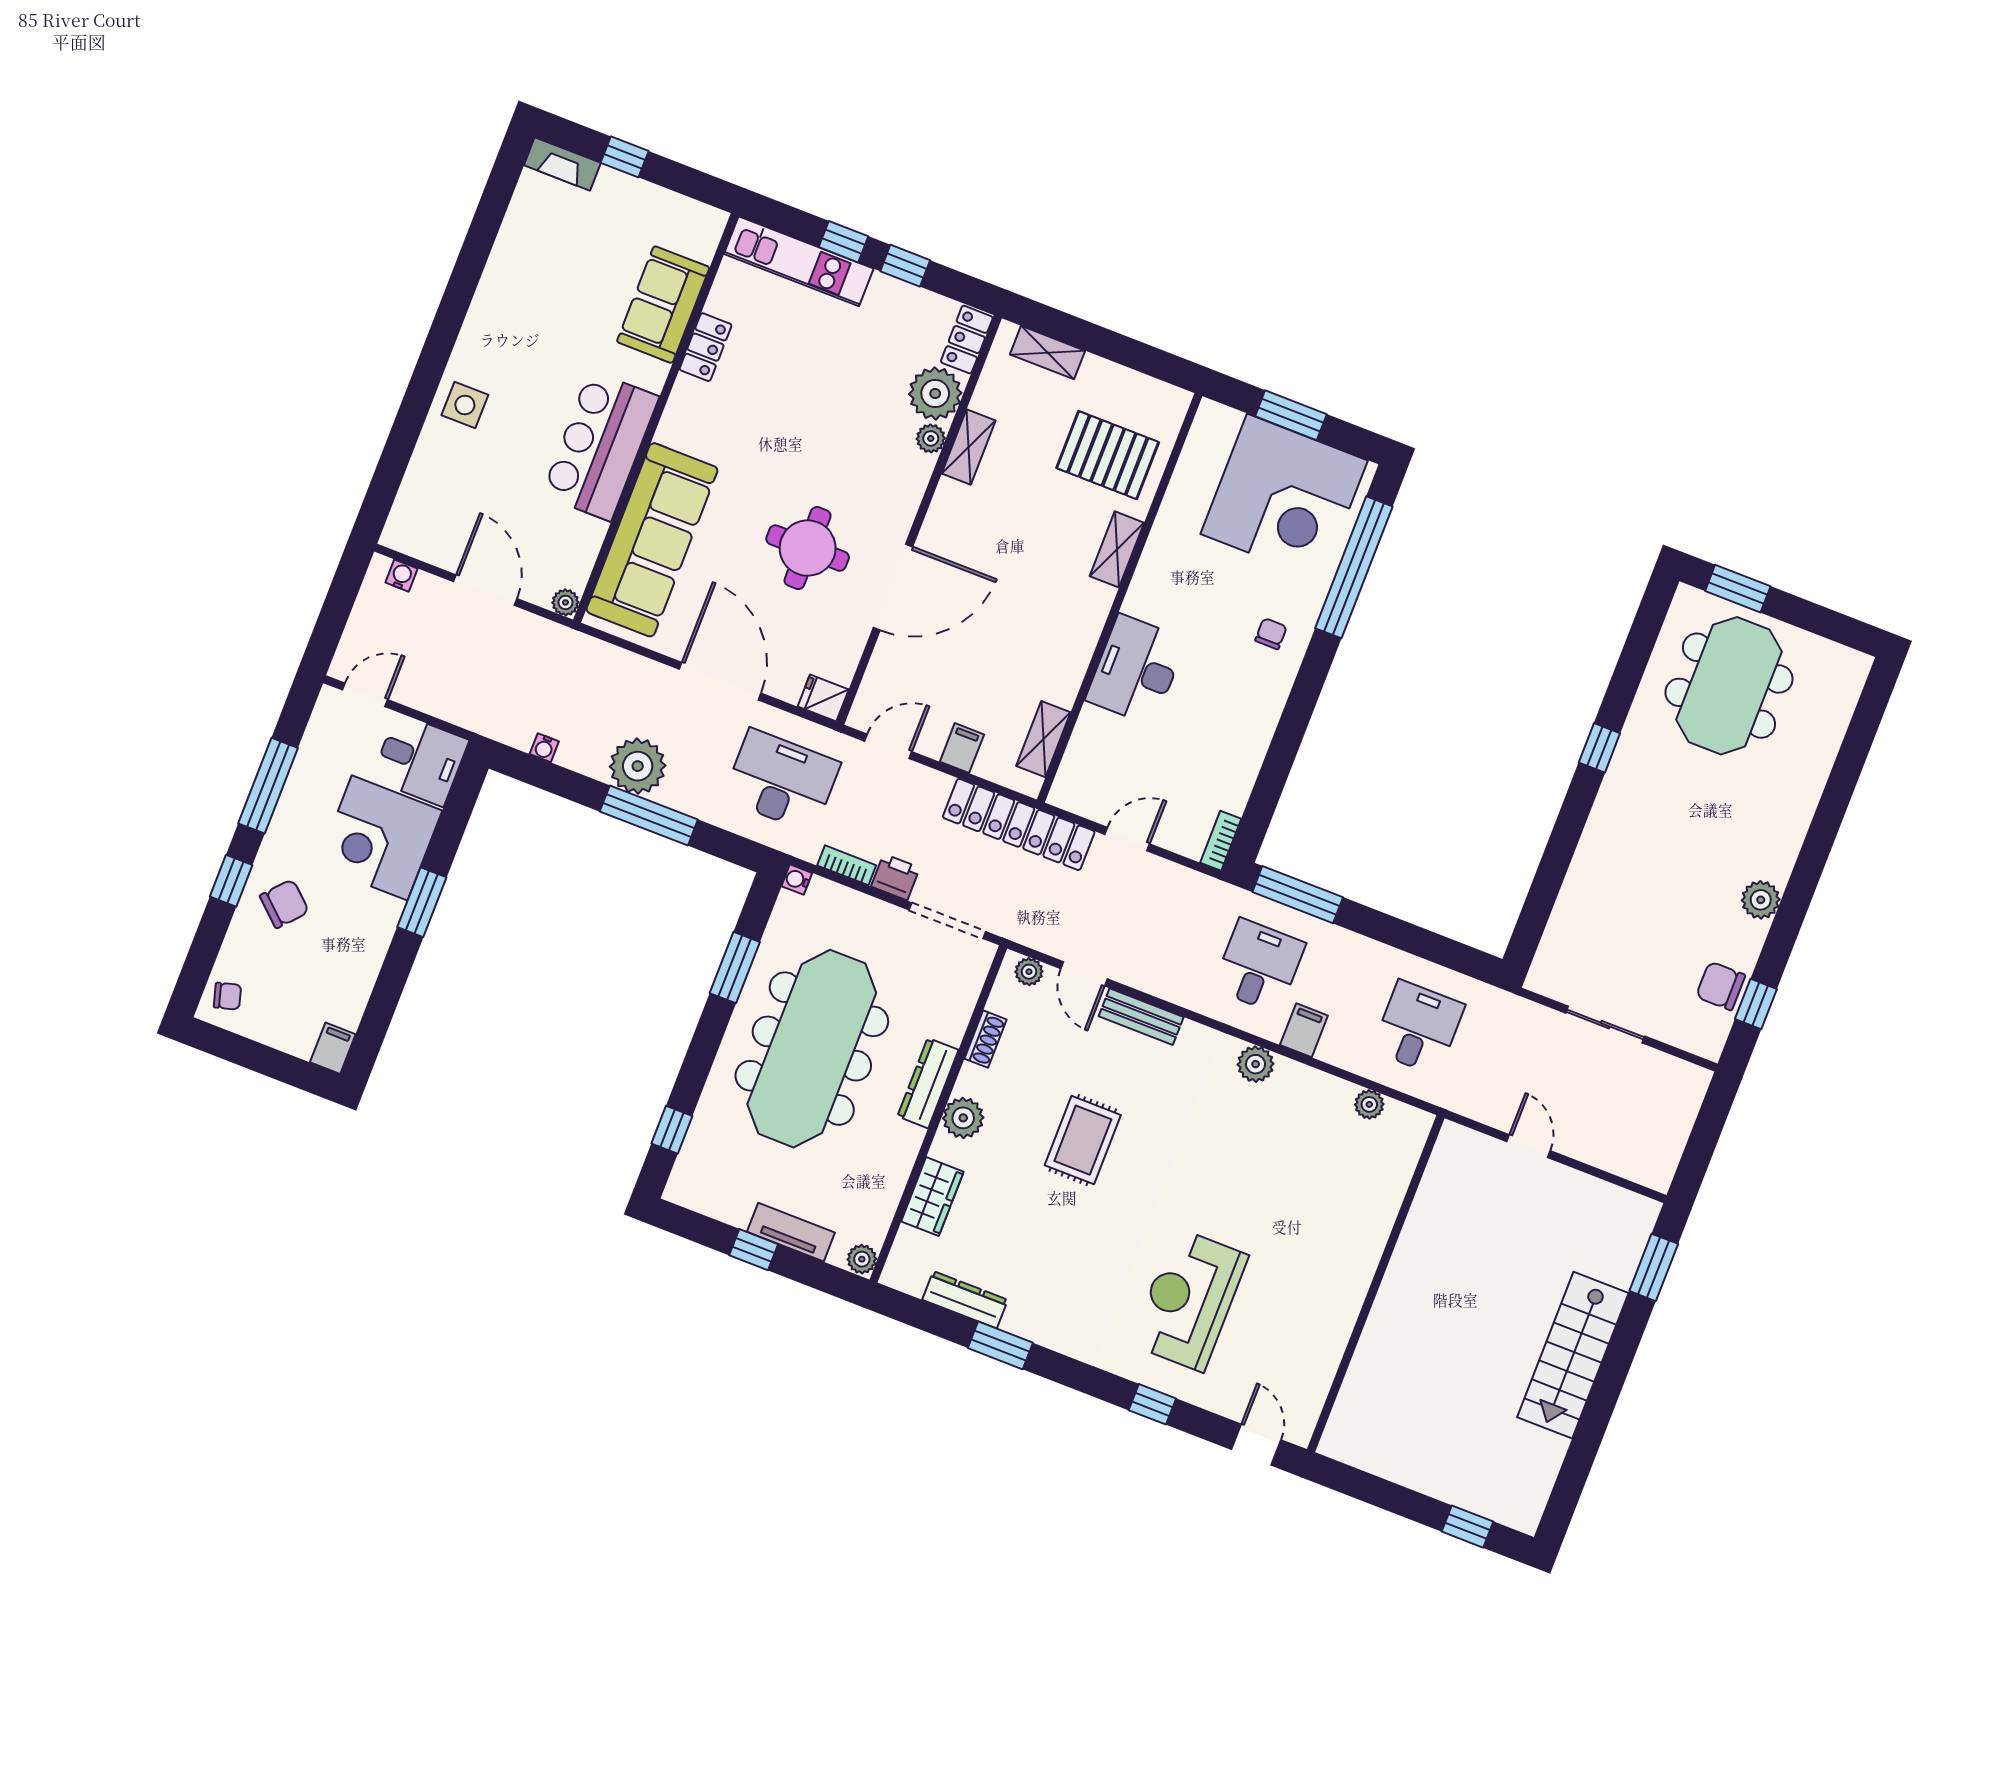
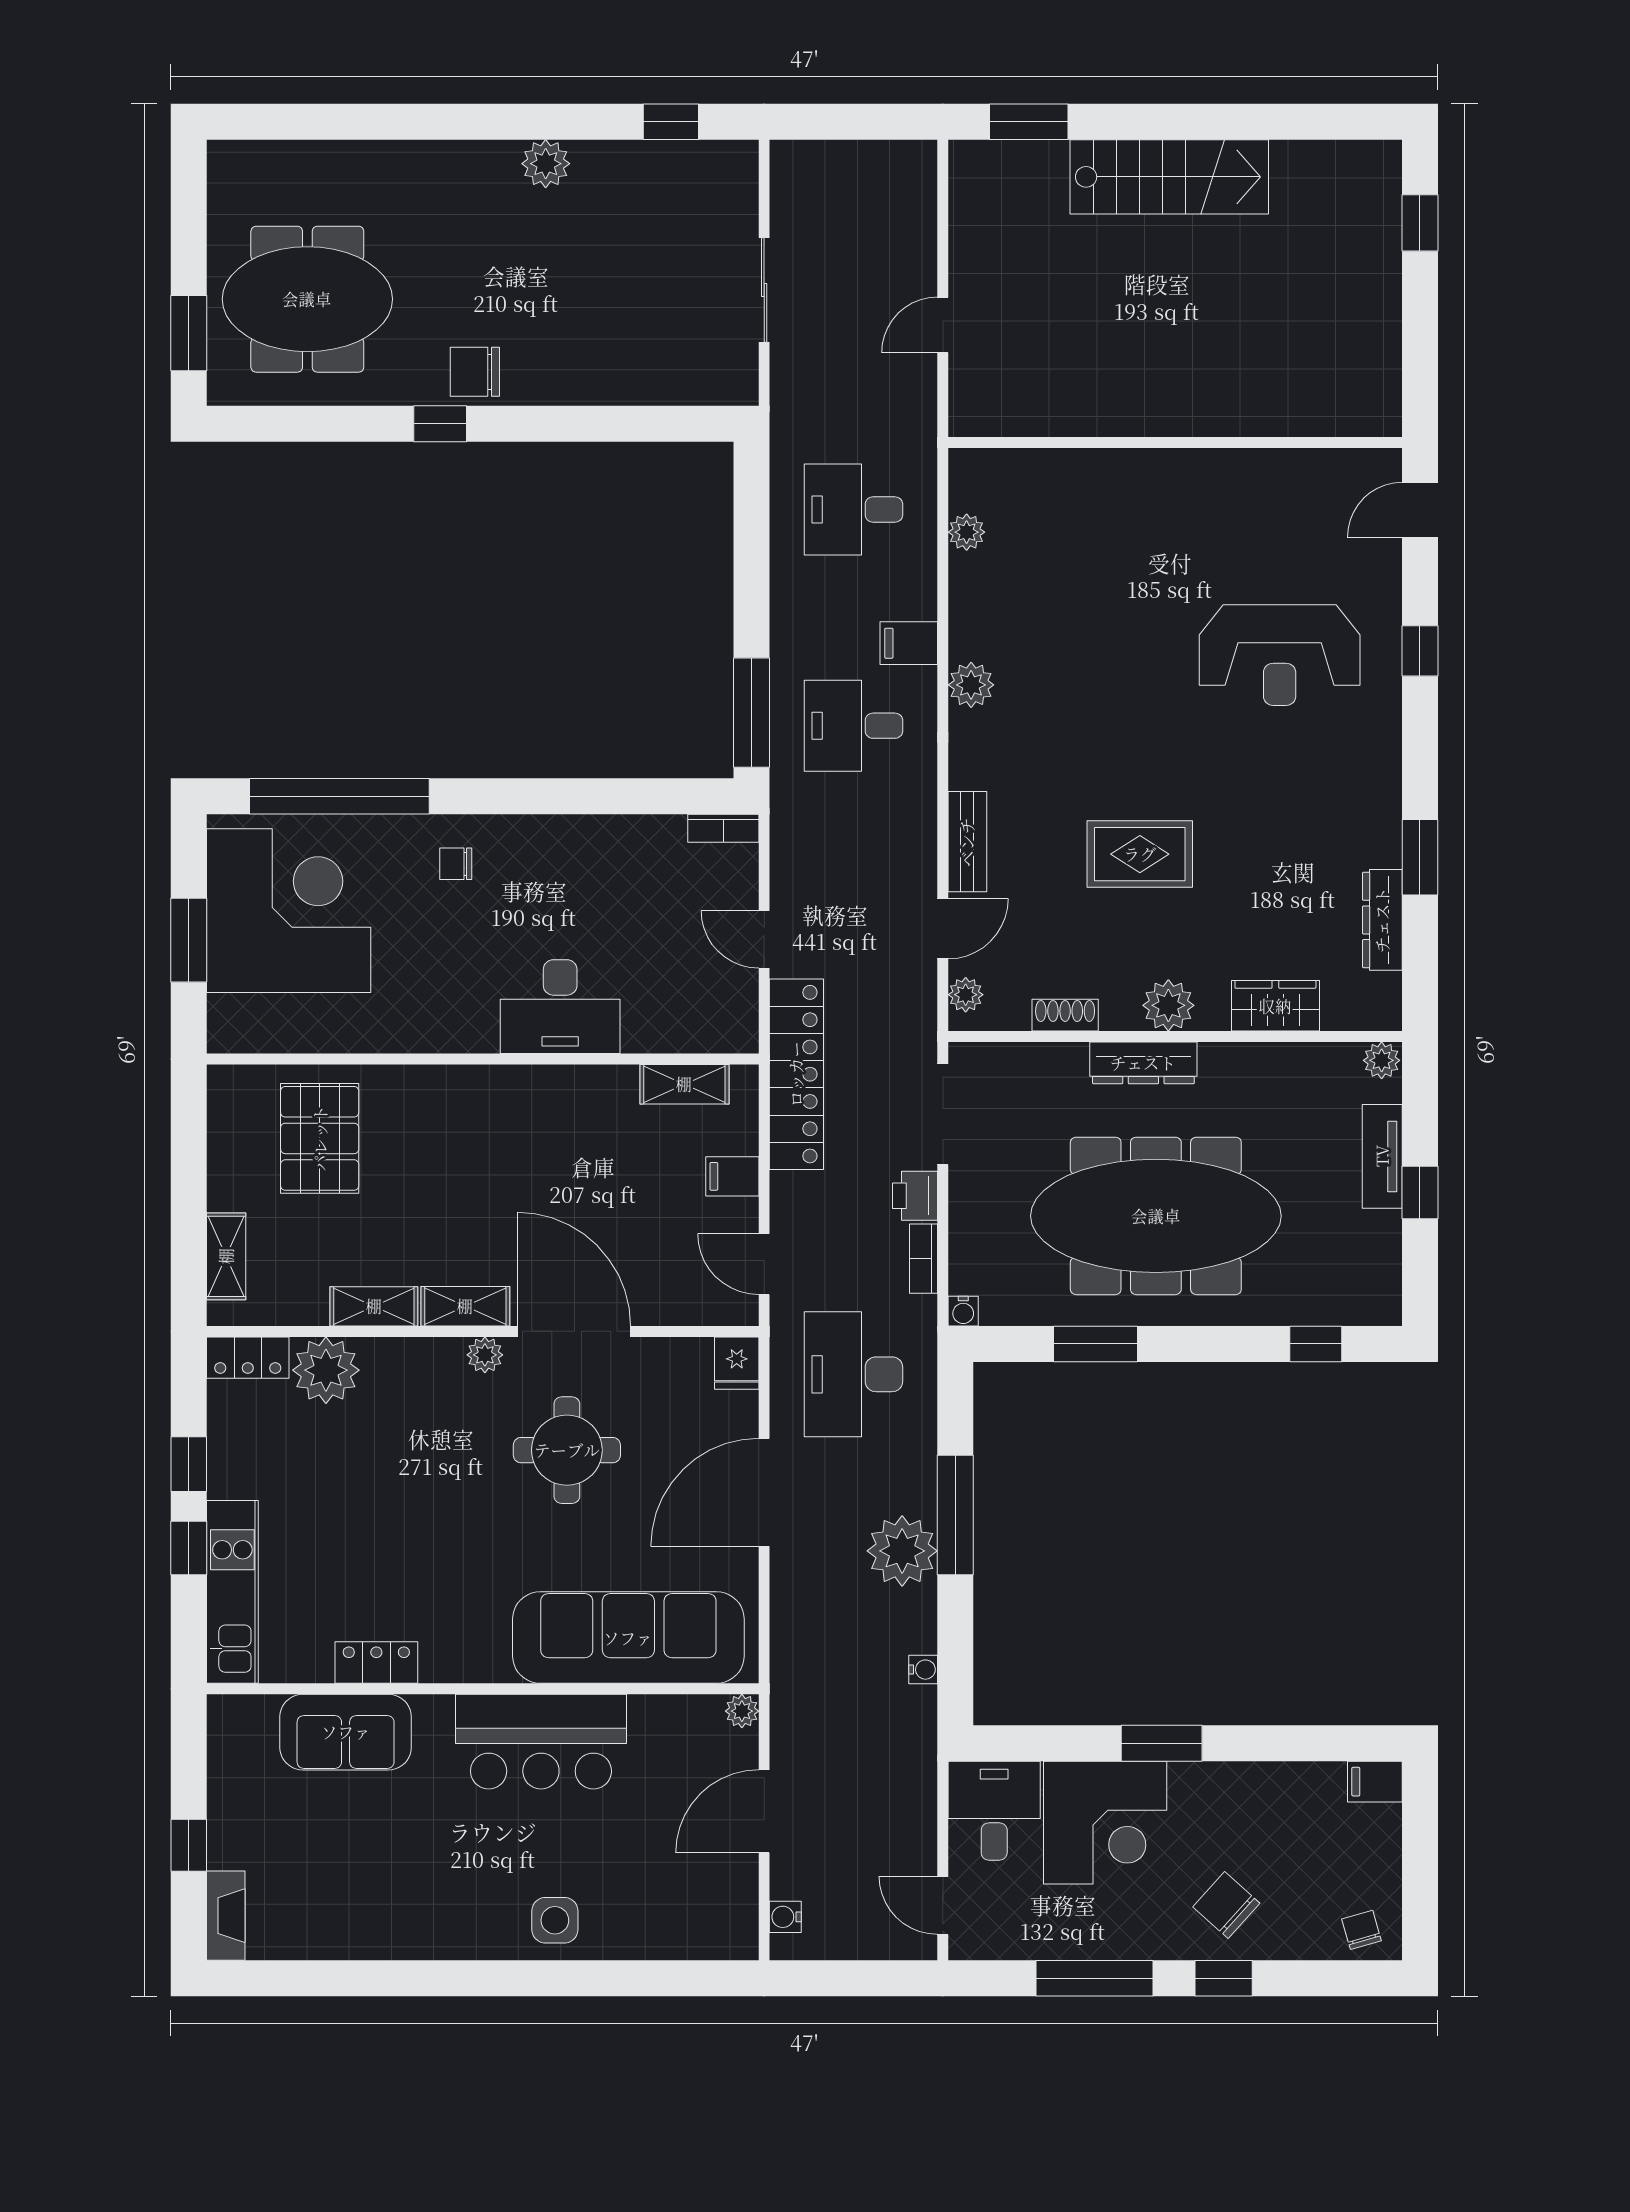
plant: (931, 438) -> (485, 1355), moved
shelving: (1117, 549) -> (465, 1306), moved
chair: (1721, 986) -> (475, 372), moved, turned 90

